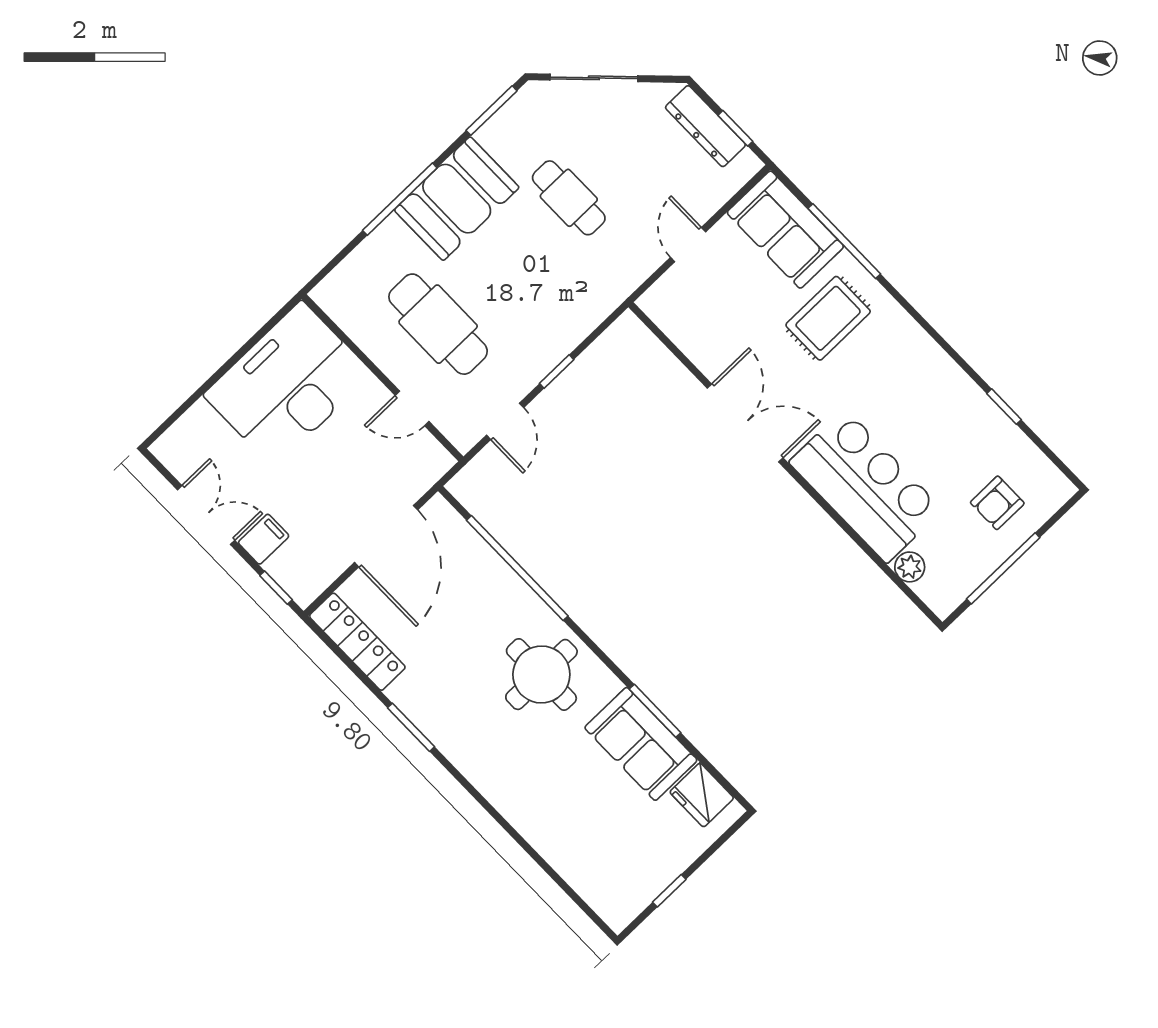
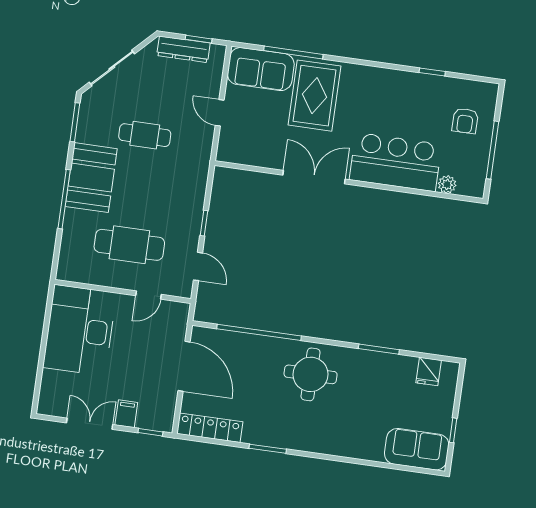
rug: (828, 318) -> (315, 96), width x1.36, depth x1.43
sofa: (641, 744) -> (417, 449), moved, turned 180
fridge: (702, 795) -> (429, 372), width x0.72

